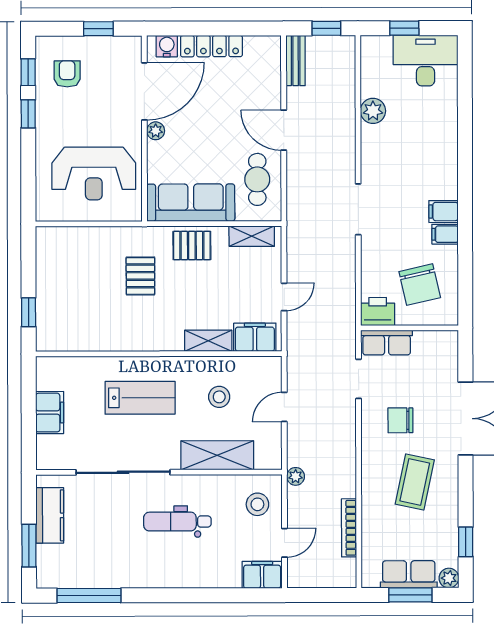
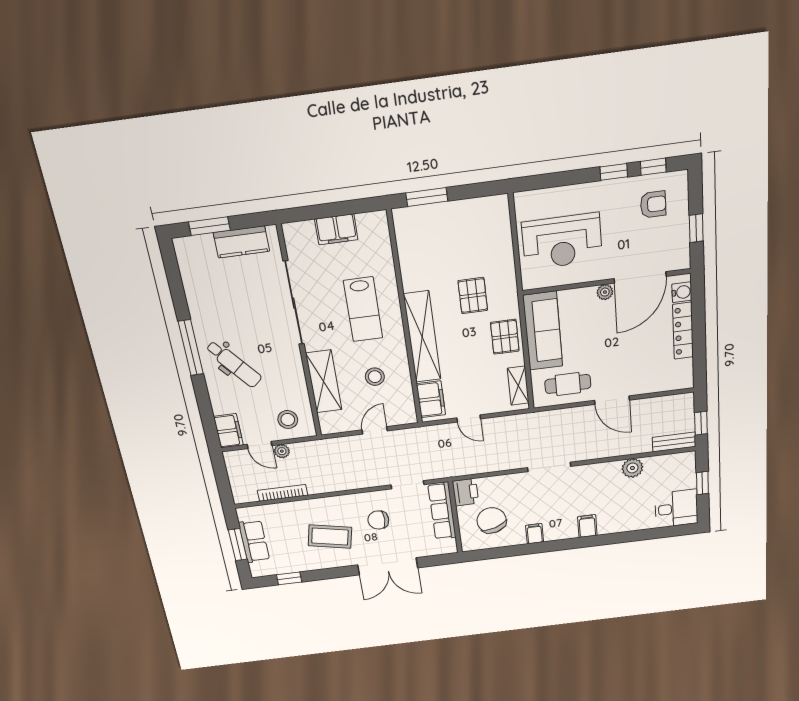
bench: (296, 61) -> (674, 442), moved
desk: (425, 61) -> (676, 509), width x0.73
door: (144, 91) -> (640, 277), hinge flipped
door: (284, 130) -> (612, 400), swing flipped
reception desk: (94, 174) -> (562, 241), turned -90
filing cabinet: (443, 212) -> (587, 526), moved
pallet: (140, 276) -> (473, 296), turned 90
chair: (420, 285) -> (492, 520), turned 85
window: (29, 312) -> (427, 197), width x1.50
shelving: (208, 341) -> (422, 337), width x2.20, depth x1.33
row of seats: (387, 343) -> (442, 511), width x1.48
door: (284, 407) -> (375, 430), hinge flipped
chair: (400, 420) -> (378, 520), turned -90
plant: (296, 476) -> (282, 451), moved
dental chair: (177, 522) -> (234, 364), moved, turned 139
plant: (449, 578) -> (258, 570), removed
window: (89, 595) -> (191, 348), moved

